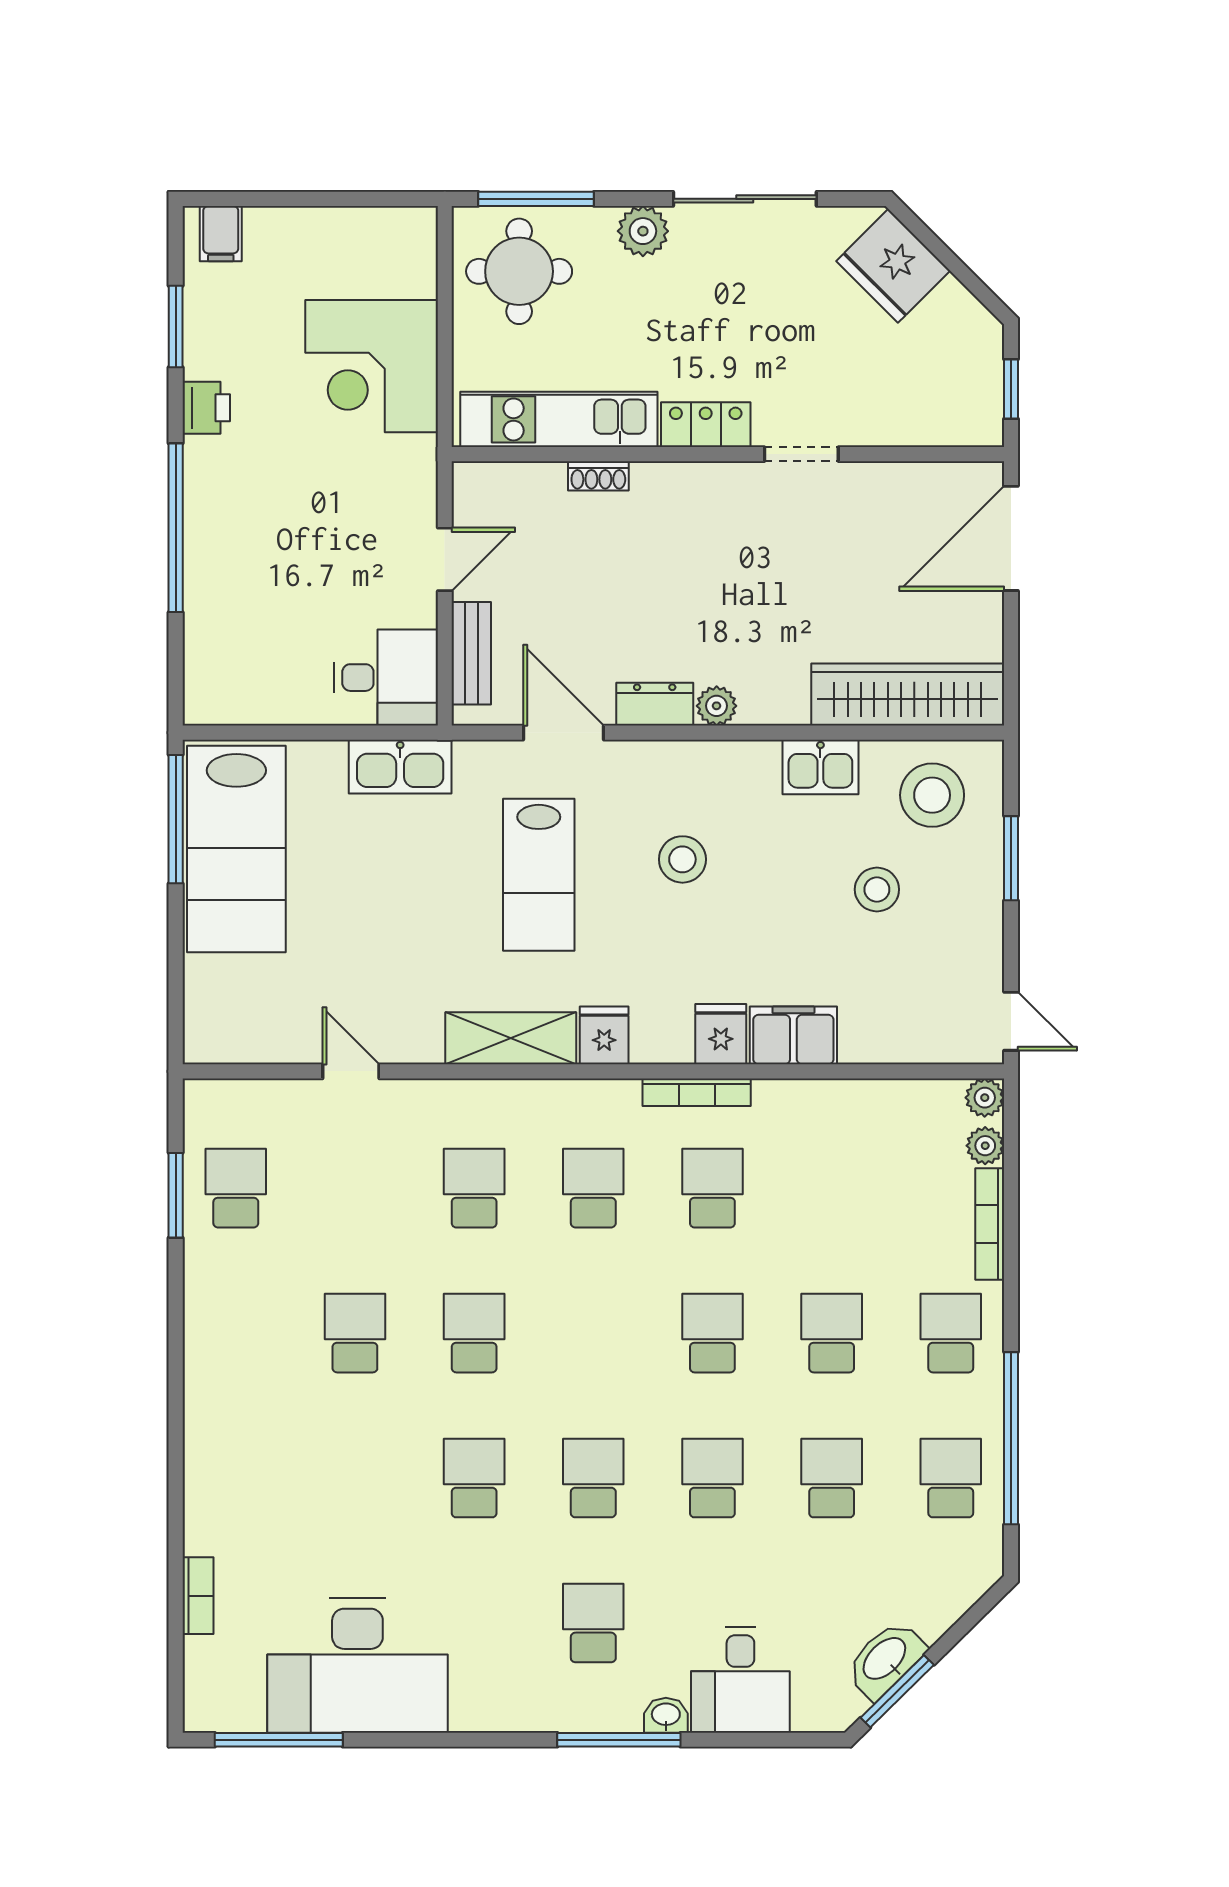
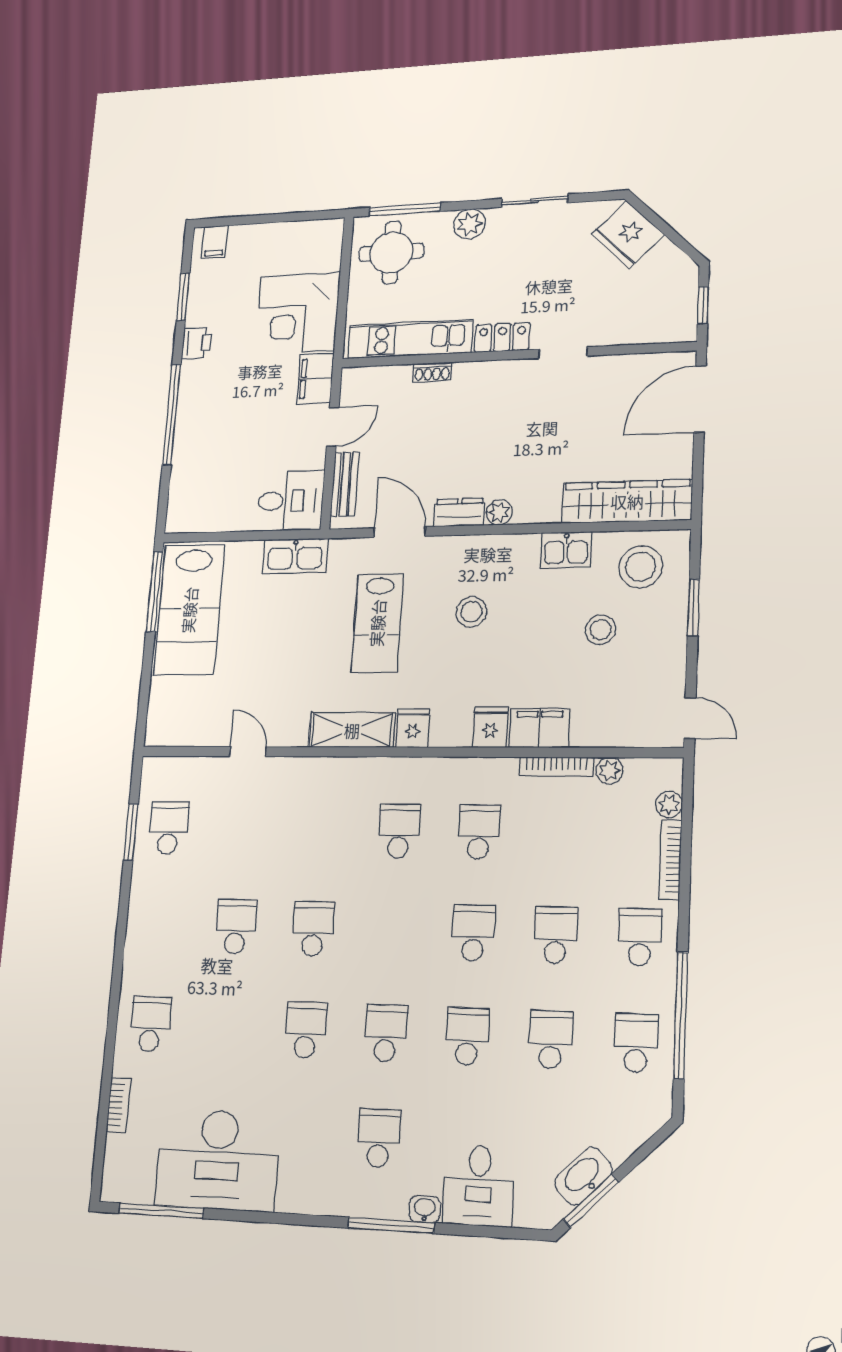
sliding door: (745, 199) -> (535, 201), width x0.73
filing cabinet: (410, 478) -> (315, 378), added
bookcase: (697, 1092) -> (556, 767), moved
plant: (985, 1098) -> (609, 771), moved
school desk: (474, 1188) -> (150, 1024), moved

